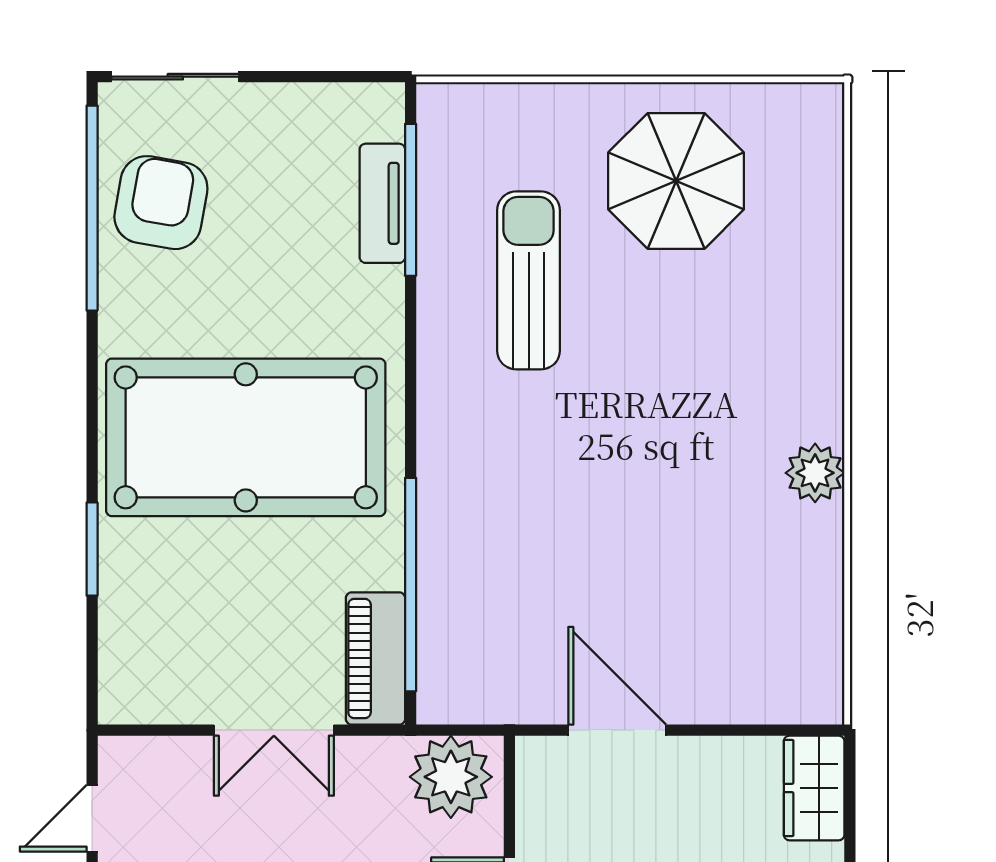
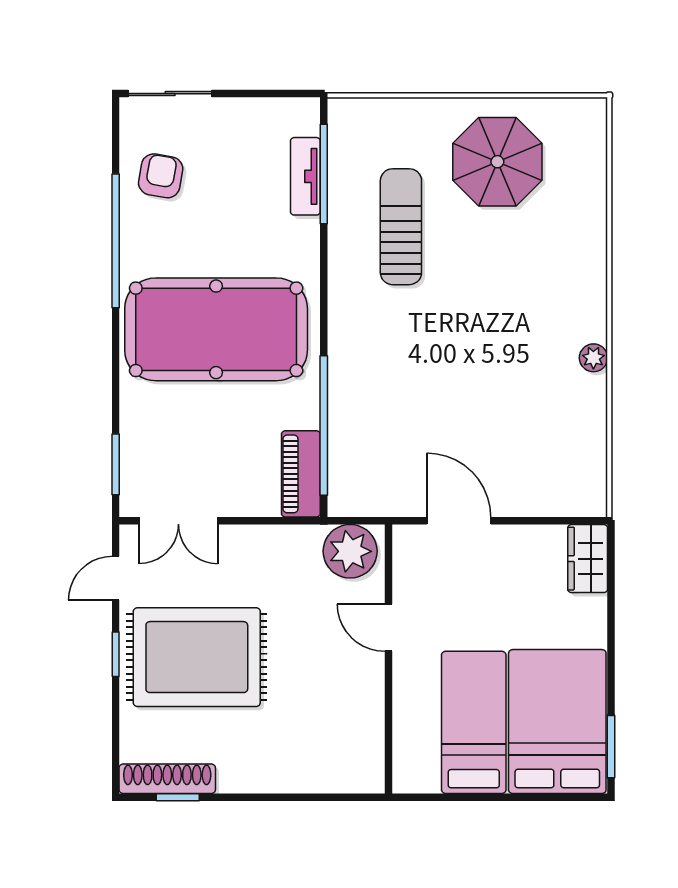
armchair: (161, 203) -> (161, 176), width x0.72, depth x0.72
window: (92, 208) -> (116, 241), moved
plant: (815, 473) -> (593, 358), width x0.73, depth x0.73
window: (92, 549) -> (116, 464), moved
double door: (274, 730) -> (178, 521), moved

